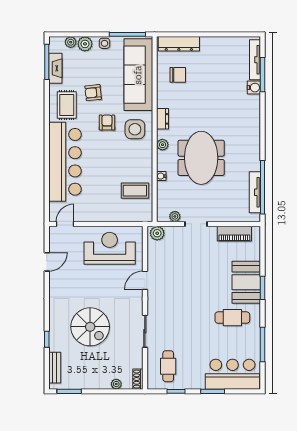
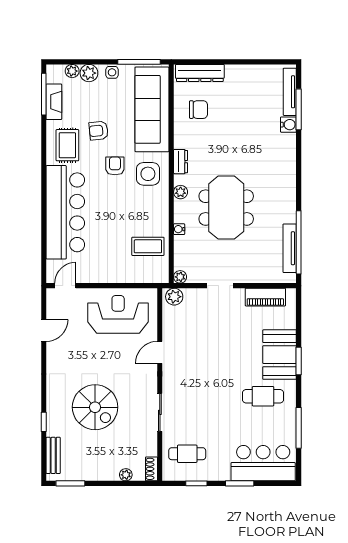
plant: (175, 216) -> (180, 277), moved
cafe table: (168, 366) -> (187, 454), turned 90

